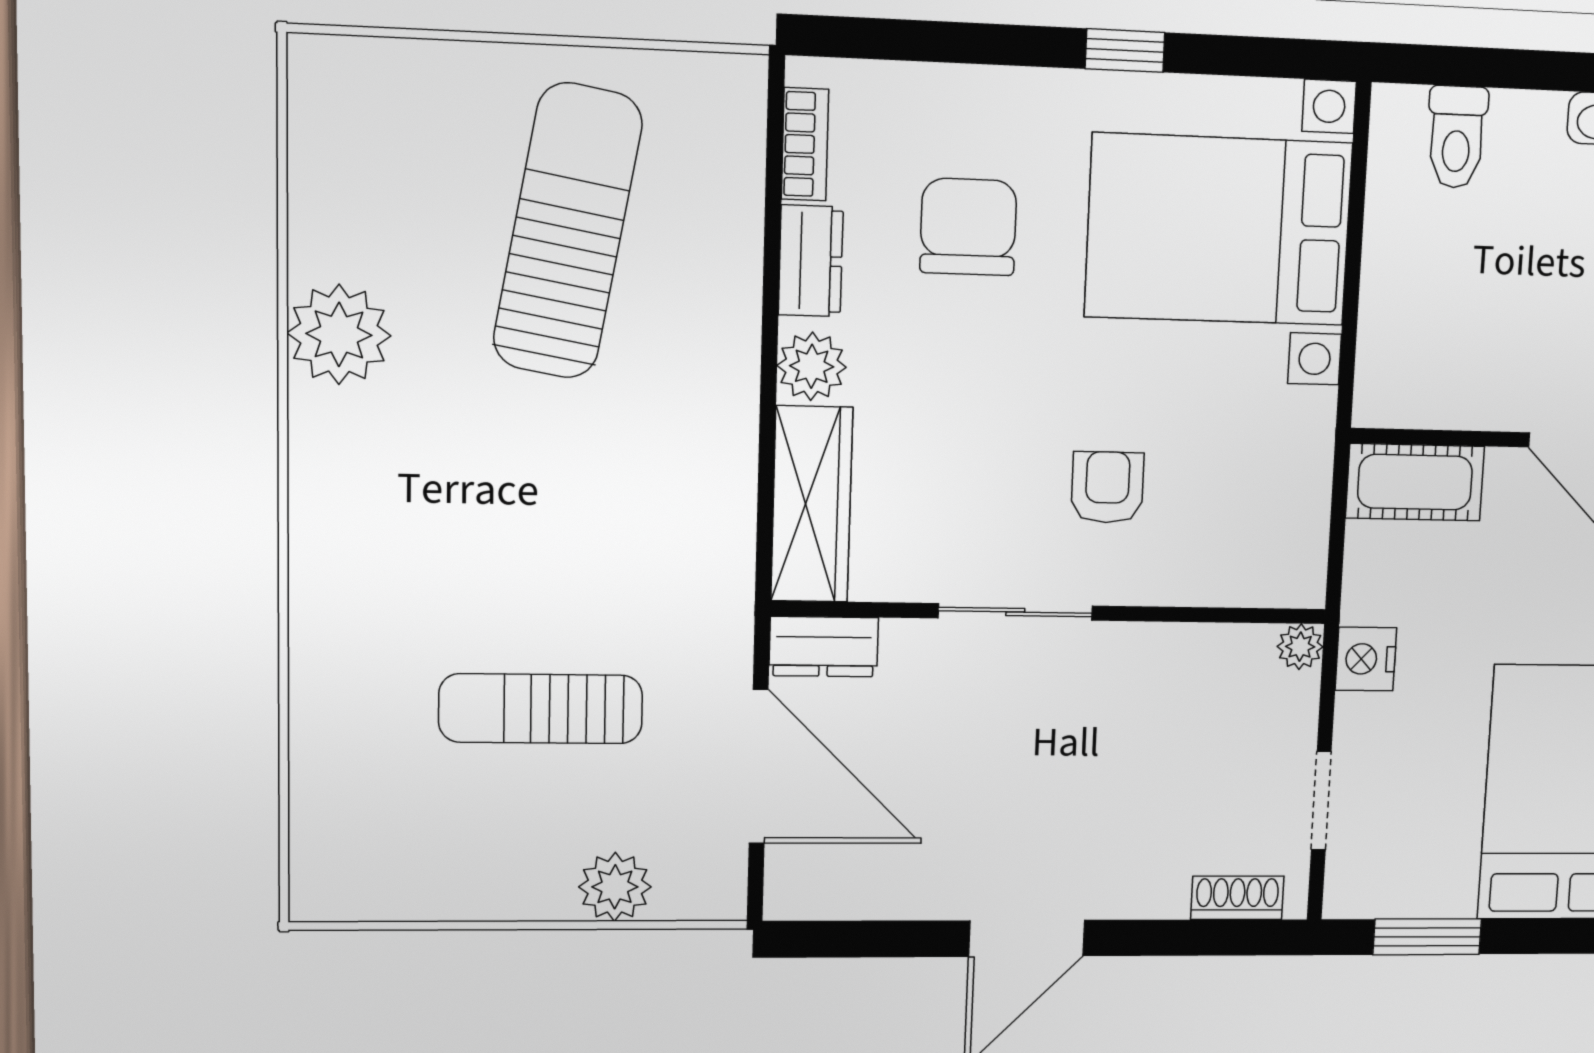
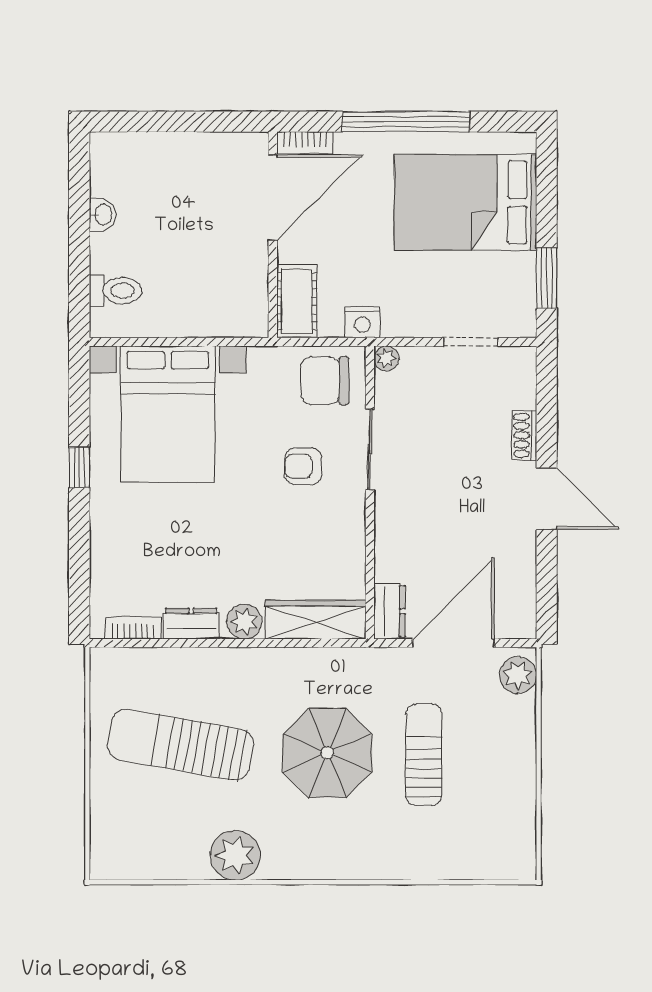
chair: (968, 227) -> (325, 381), moved
parasol: (547, 522) -> (327, 753), added
sliding door: (1015, 612) -> (370, 449), moved
nightstand: (1366, 659) -> (362, 322), moved
sun lounger: (541, 709) -> (424, 755), turned 180
plant: (615, 887) -> (518, 675), moved
shoe rack: (1237, 898) -> (524, 435), moved

